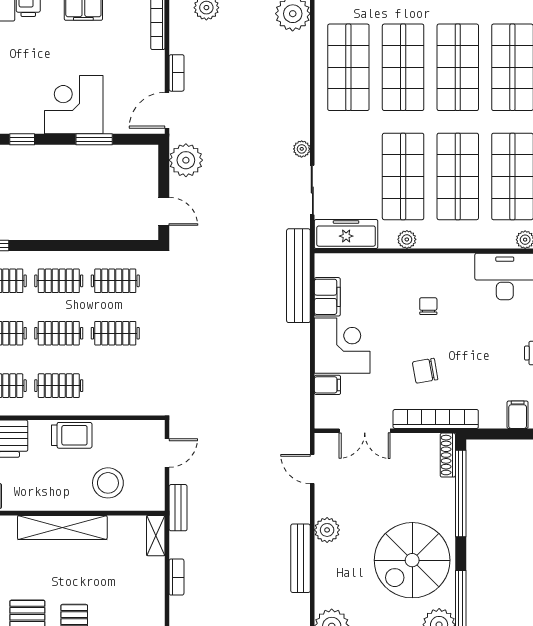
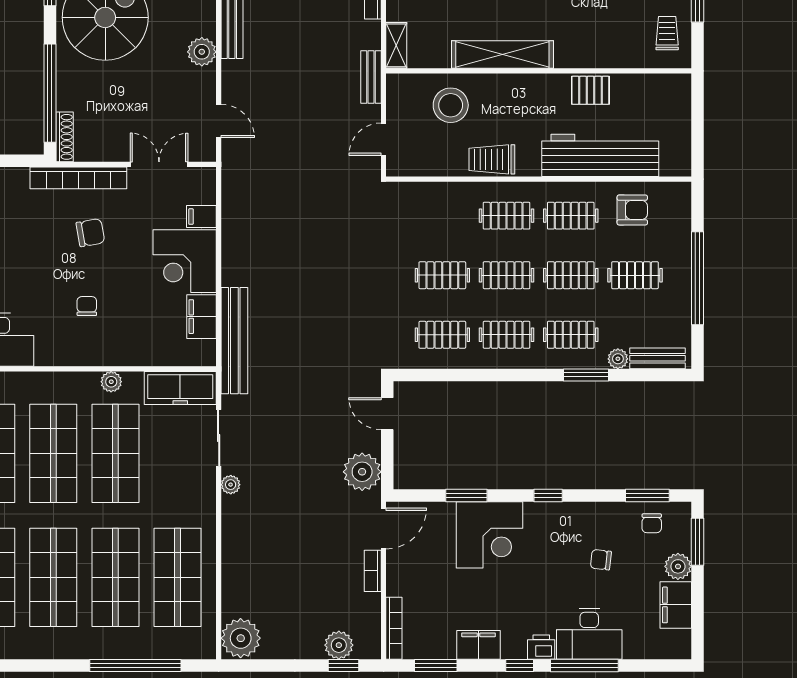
chair: (428, 306) -> (87, 306), turned 180

